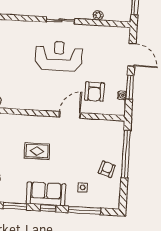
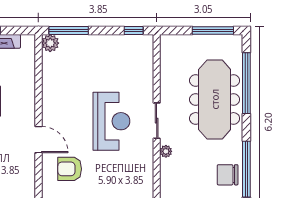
plant: (98, 15) -> (166, 151), moved

